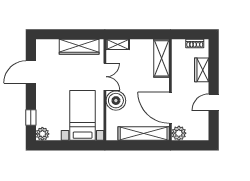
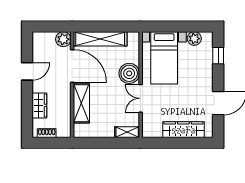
wardrobe: (79, 47) -> (183, 130), moved
shelving: (161, 58) -> (81, 103), moved
plant: (42, 134) -> (194, 39), moved

